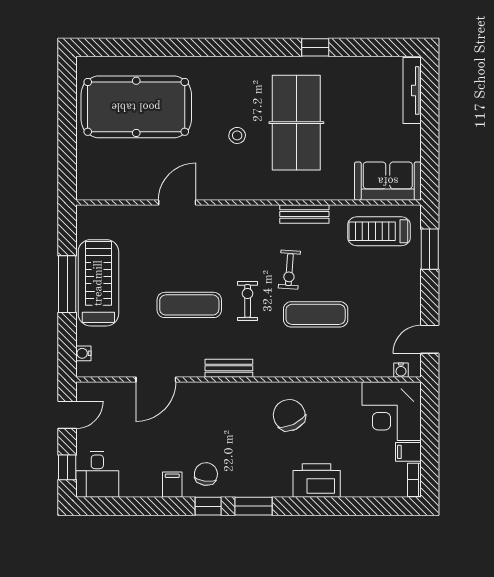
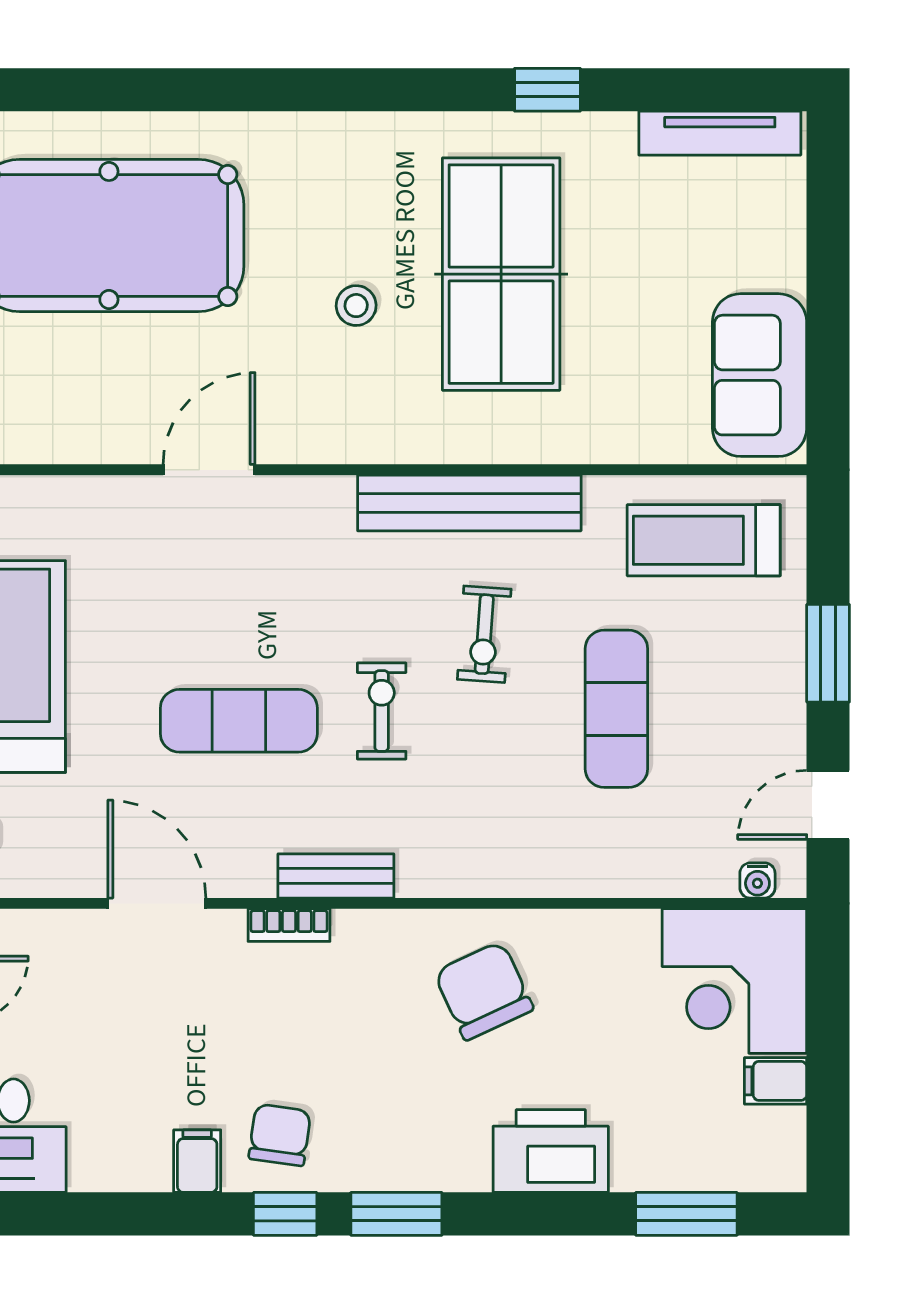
tv unit: (412, 90) -> (720, 133), moved, turned -90
sofa: (388, 181) -> (760, 375), moved, turned -90
bench: (304, 214) -> (469, 503), width x1.86, depth x1.21
window: (430, 249) -> (828, 653), moved
exercise mat: (316, 314) -> (616, 709), moved, turned 90
door: (156, 379) -> (157, 903), swing flipped
bookcase: (414, 480) -> (289, 925), moved, turned -90
window: (372, 506) -> (686, 1214), added

